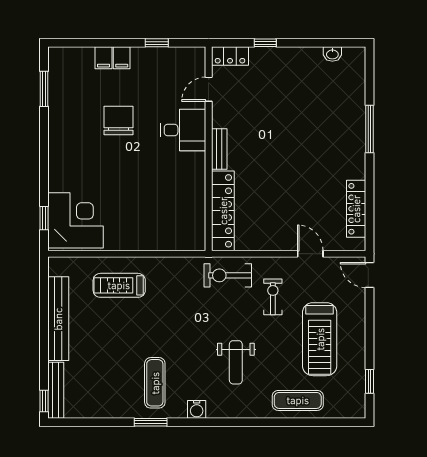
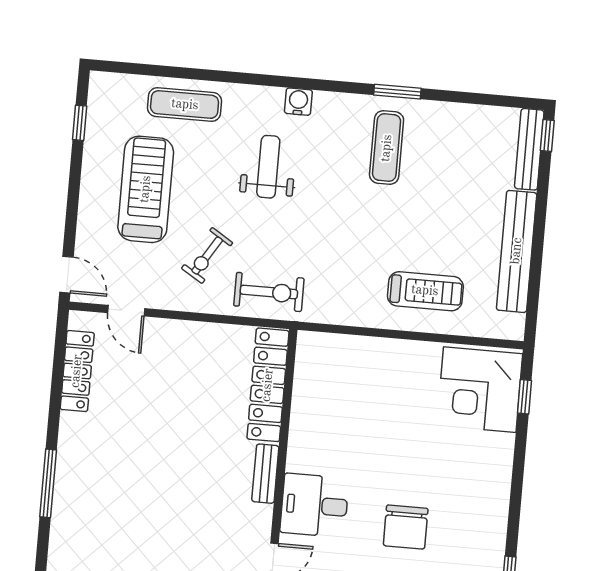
door: (310, 254) -> (126, 311), moved
exercise bike: (273, 297) -> (207, 256), turned 32
water cooler: (197, 409) -> (298, 102), moved

